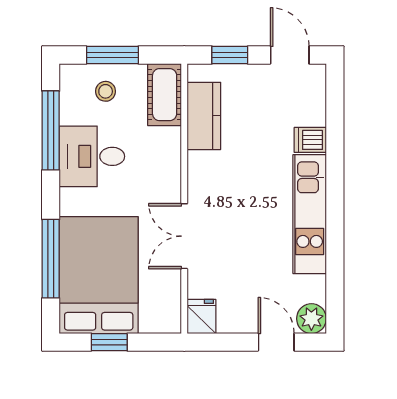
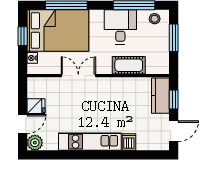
stool: (106, 91) -> (155, 19), moved
cot: (165, 95) -> (129, 65), moved
kitchen counter: (204, 116) -> (160, 96), moved, turned 90
fridge: (201, 316) -> (36, 106), moved
nightstand: (151, 324) -> (32, 58), added

